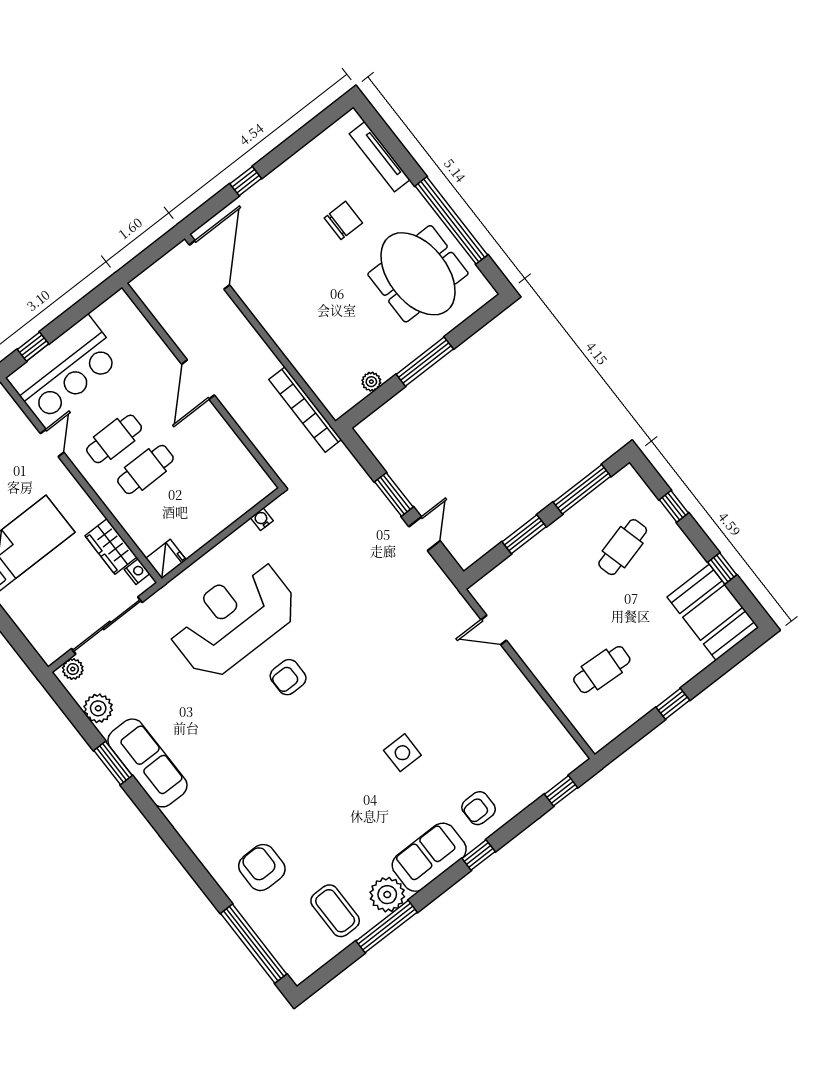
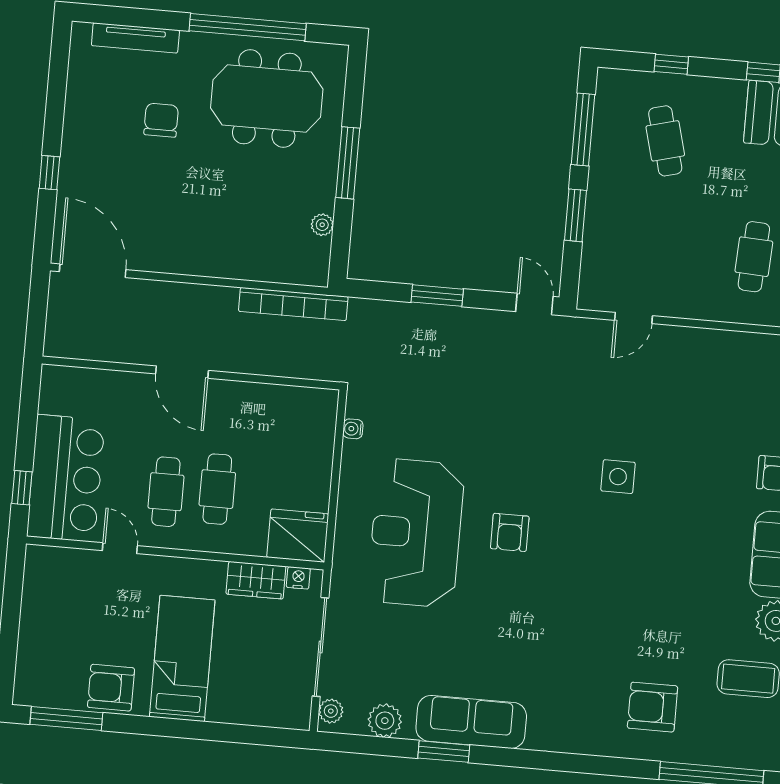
door: (424, 534) -> (534, 304), moved
fridge: (166, 559) -> (298, 536), width x1.88, depth x1.34
side table: (402, 753) -> (618, 477), moved

